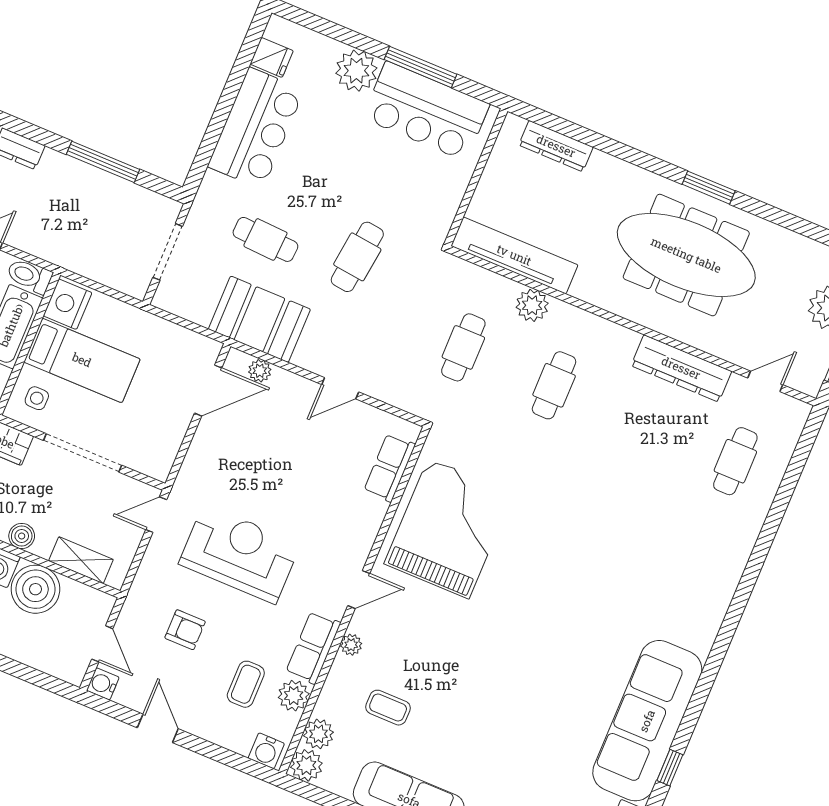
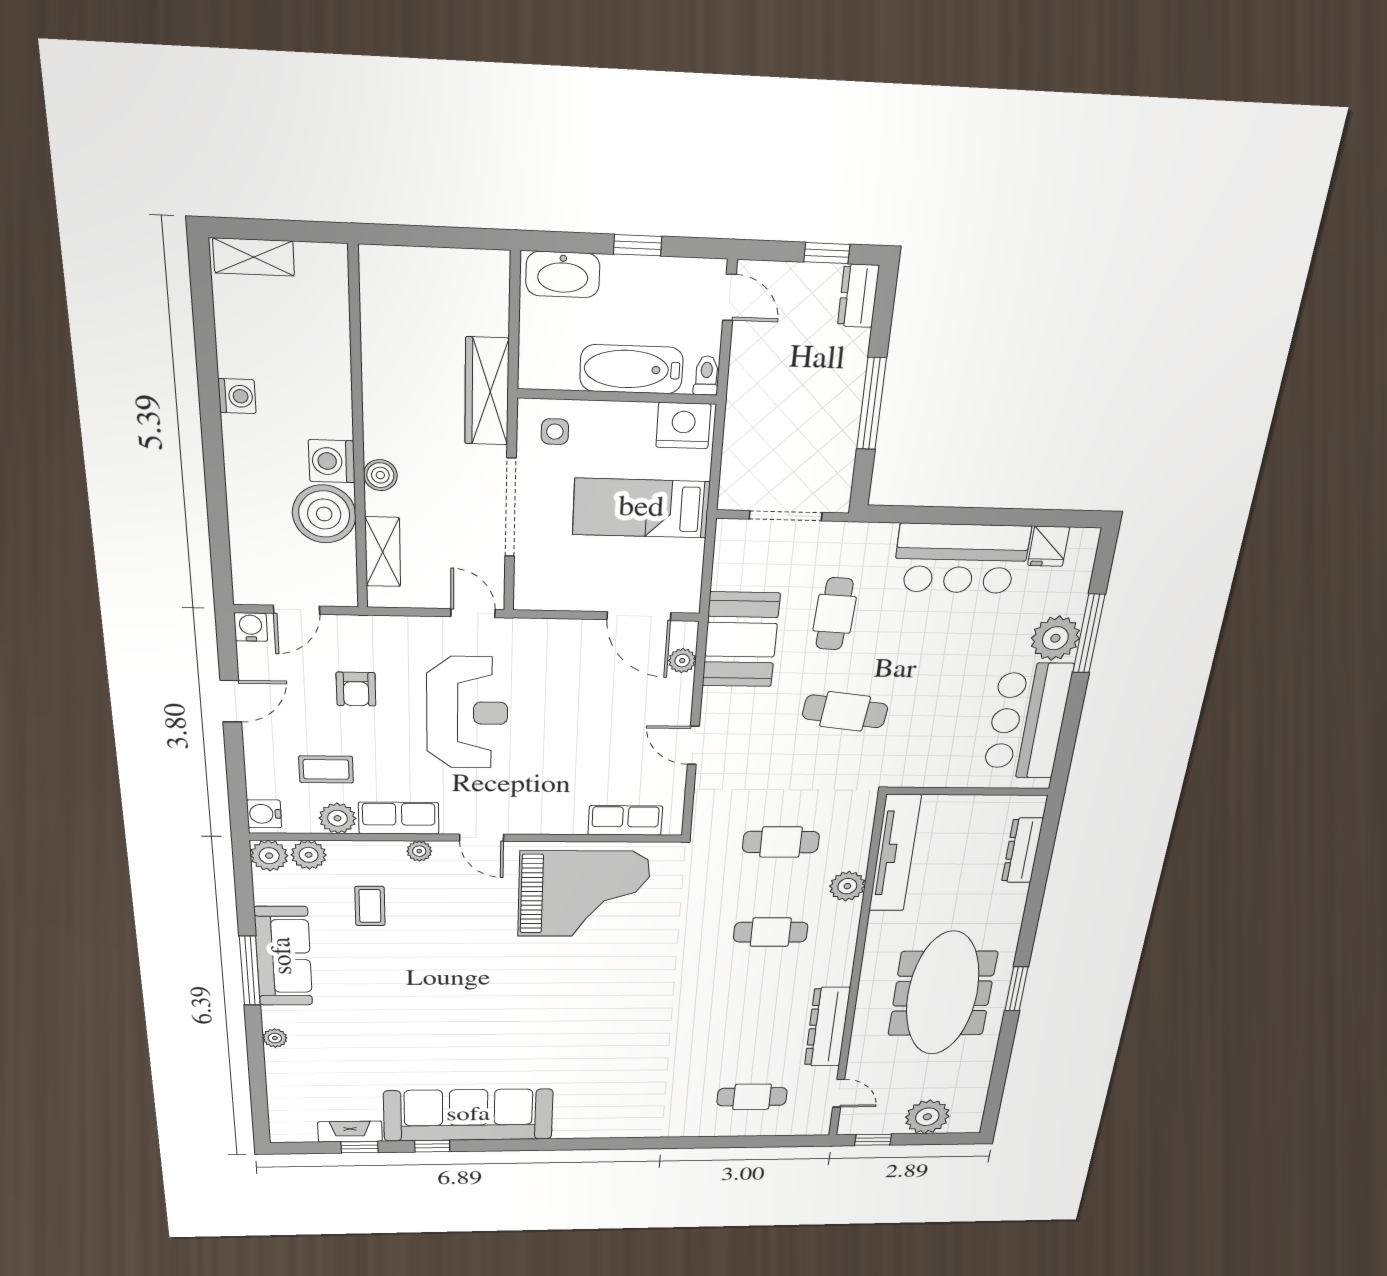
window: (420, 67) -> (1089, 634), moved
toilet: (29, 276) -> (706, 376), width x0.73, depth x0.72
bed: (82, 360) -> (641, 508), moved, turned 90

